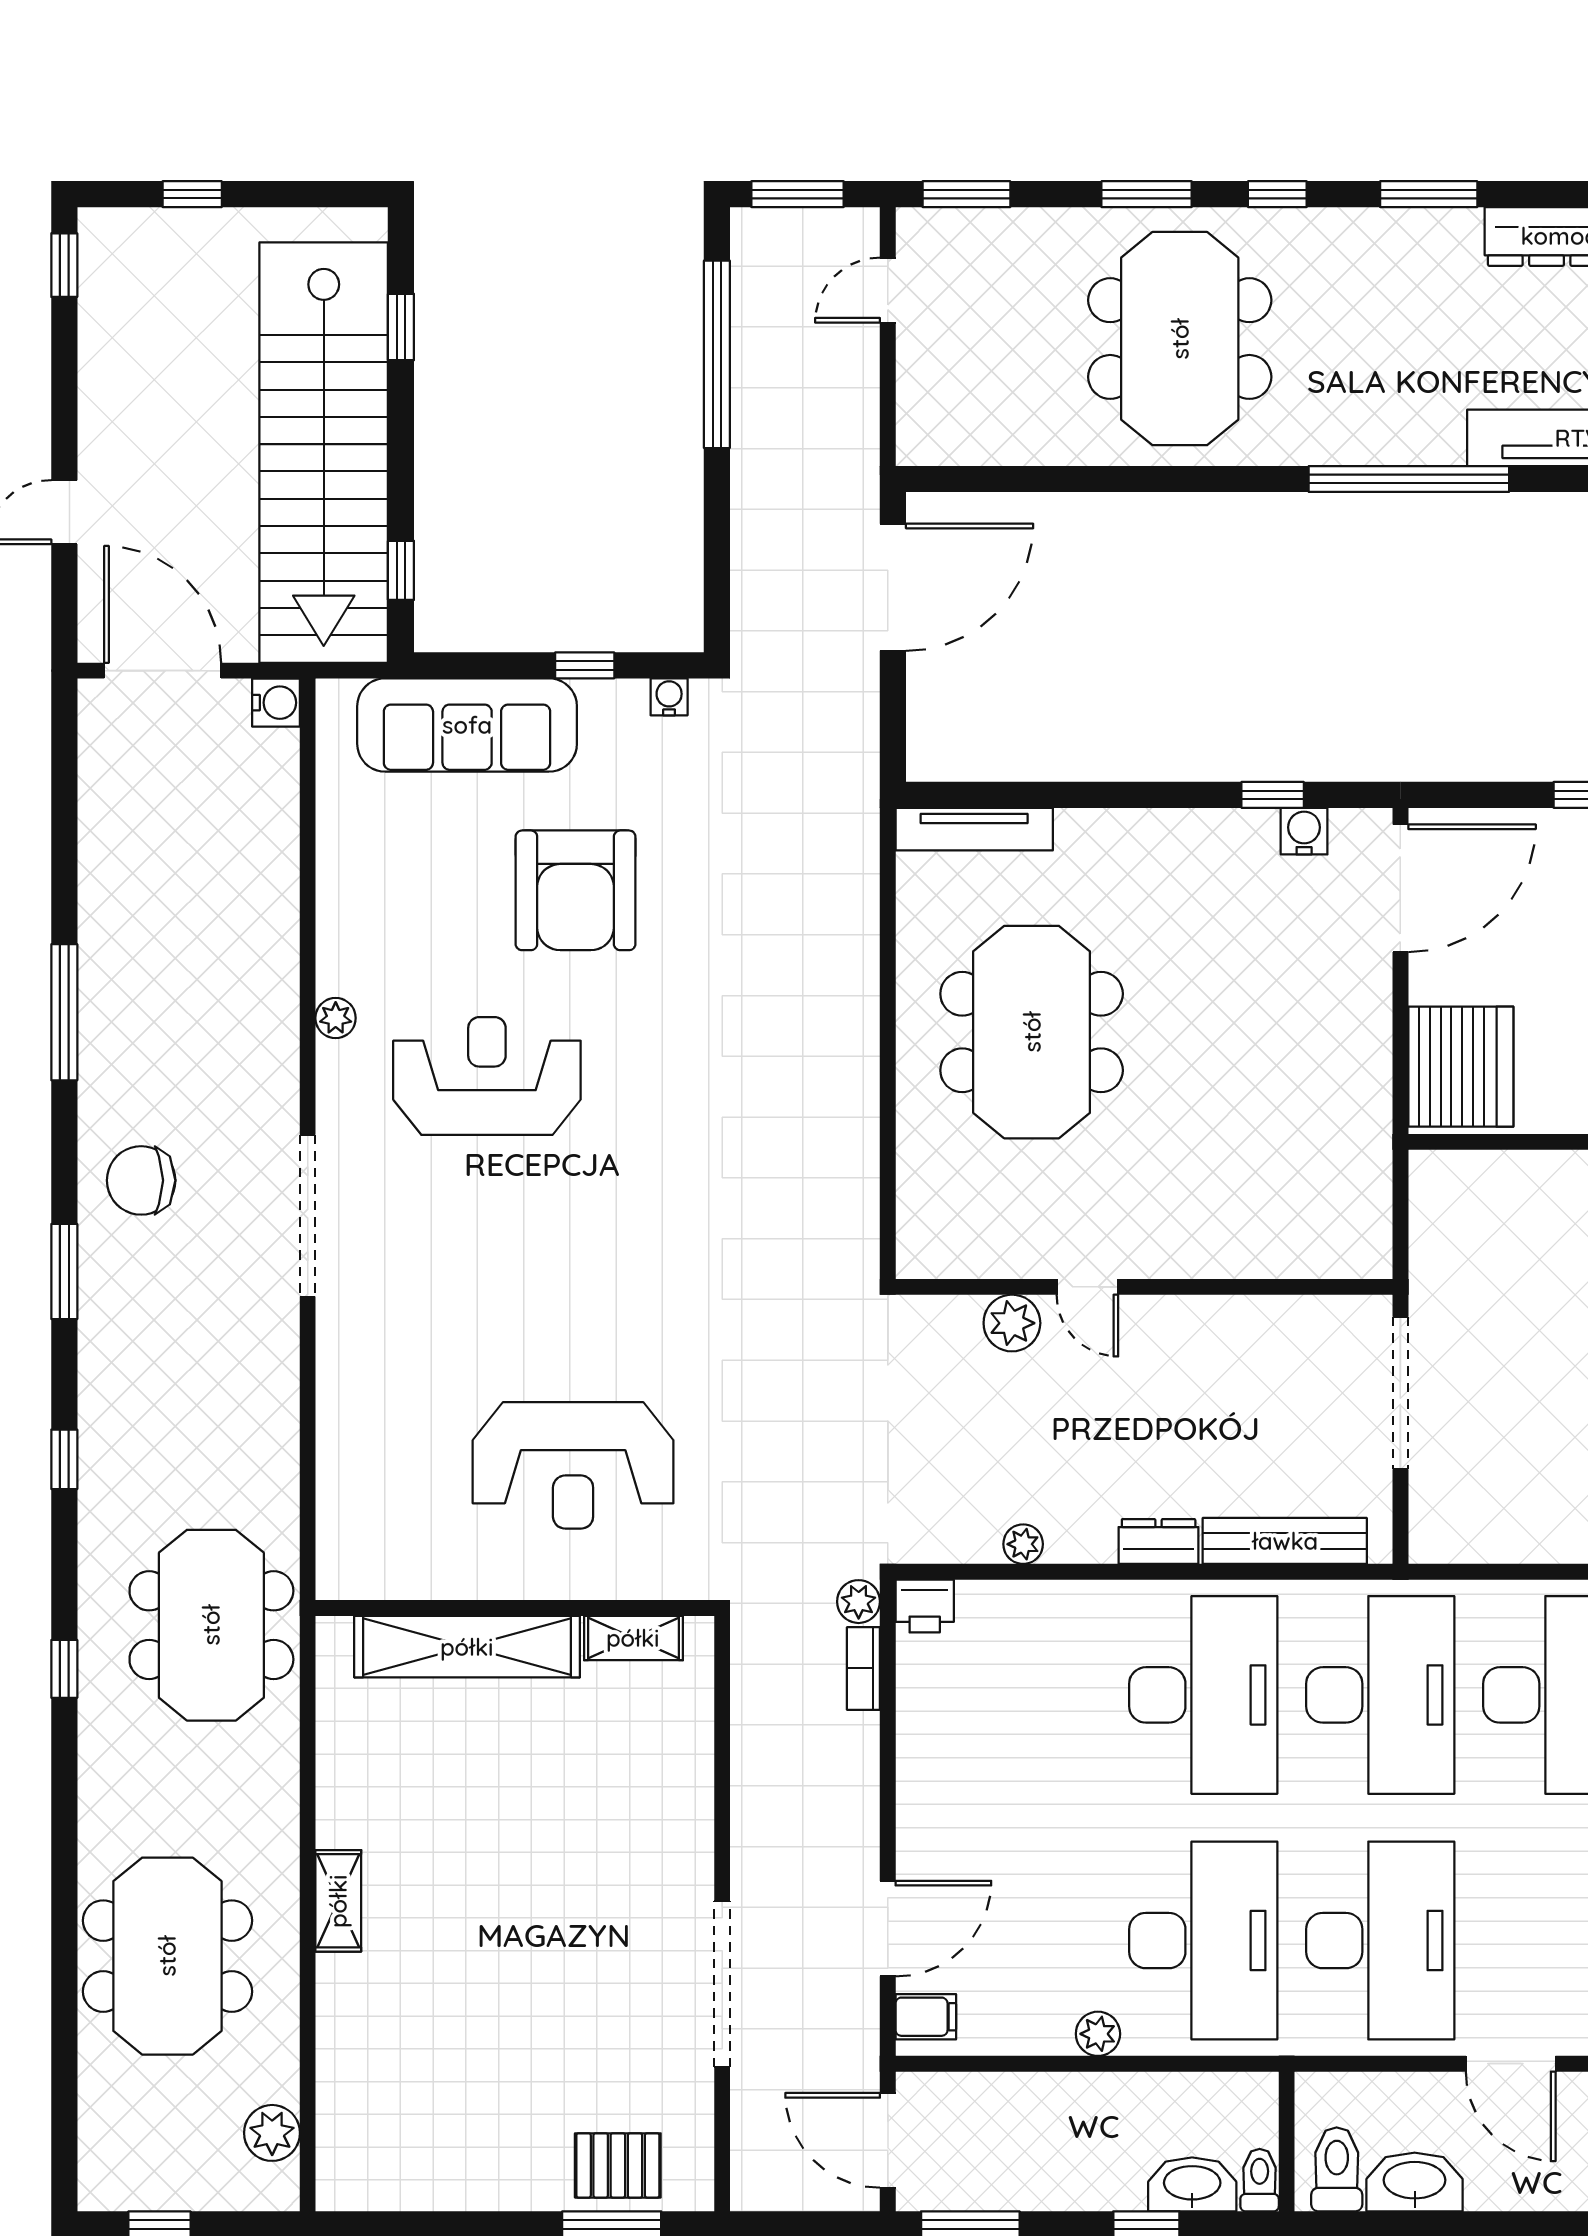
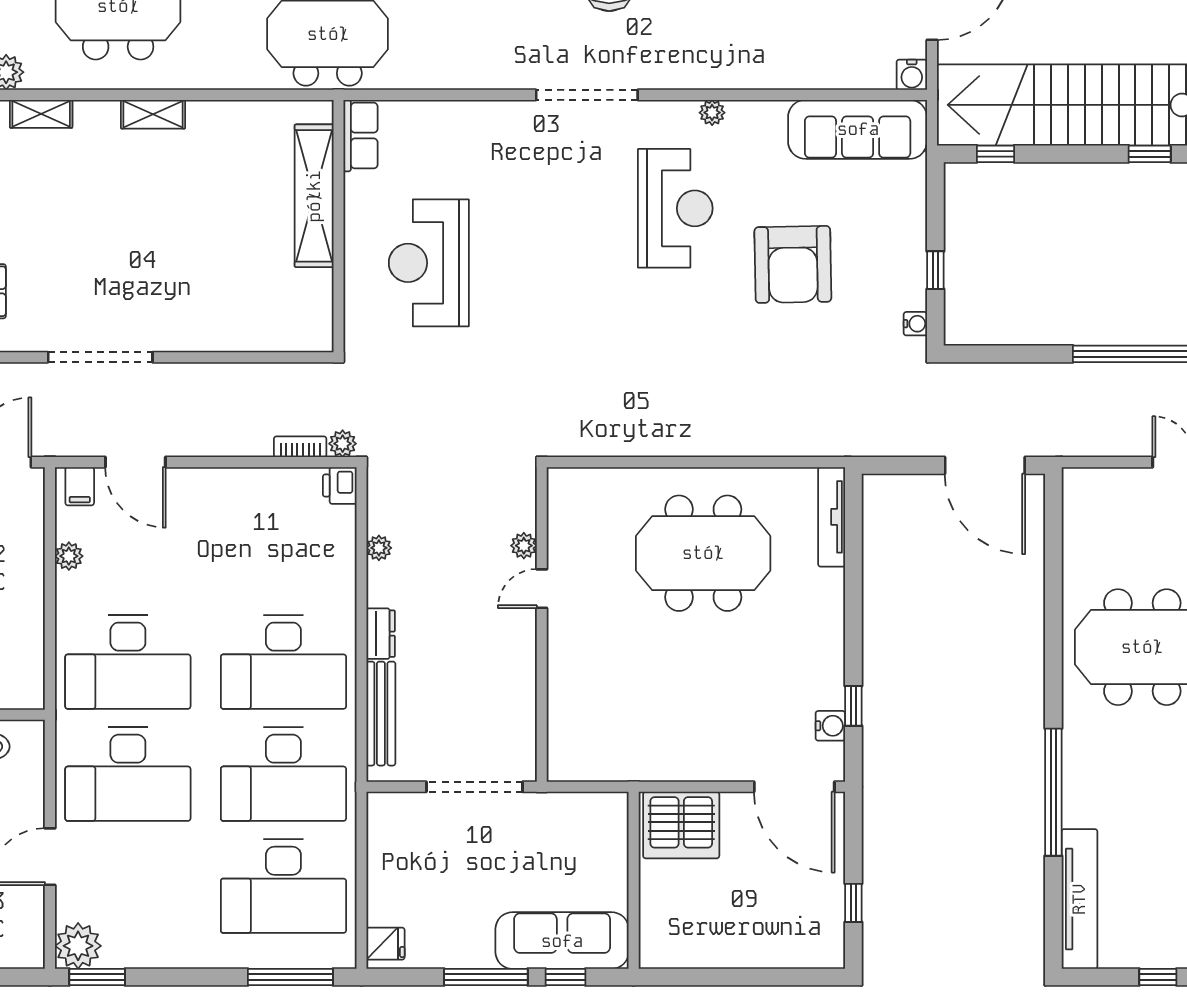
sofa: (467, 725) -> (858, 129), moved, turned -90
armchair: (576, 890) -> (793, 264), turned -91
plant: (1012, 1323) -> (524, 546), width x0.73, depth x0.73
row of seats: (372, 1573) -> (360, 136), added
shelving: (633, 1638) -> (41, 114), moved, turned 90
plant: (1098, 2034) -> (69, 556), moved

